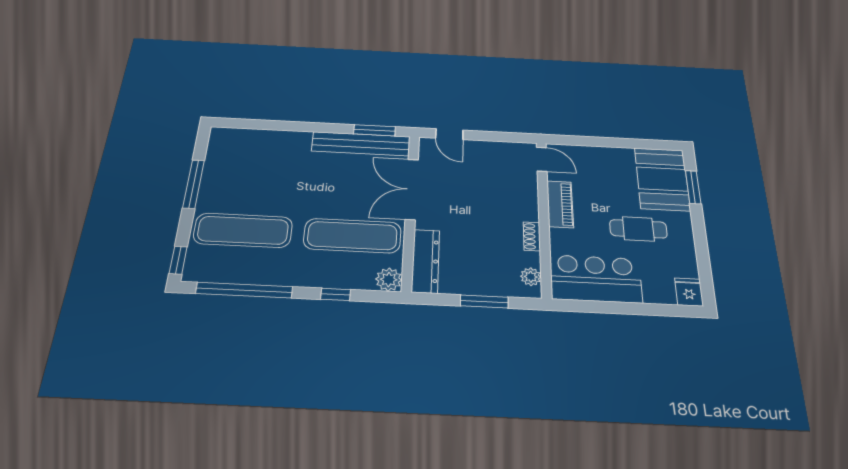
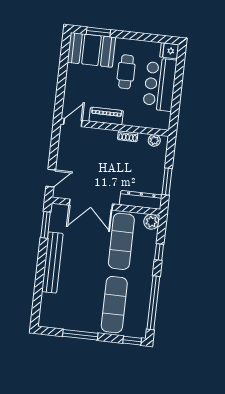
bench: (361, 144) -> (52, 262), moved
bar counter: (596, 279) -> (160, 84), moved
window: (484, 301) -> (167, 181), moved

